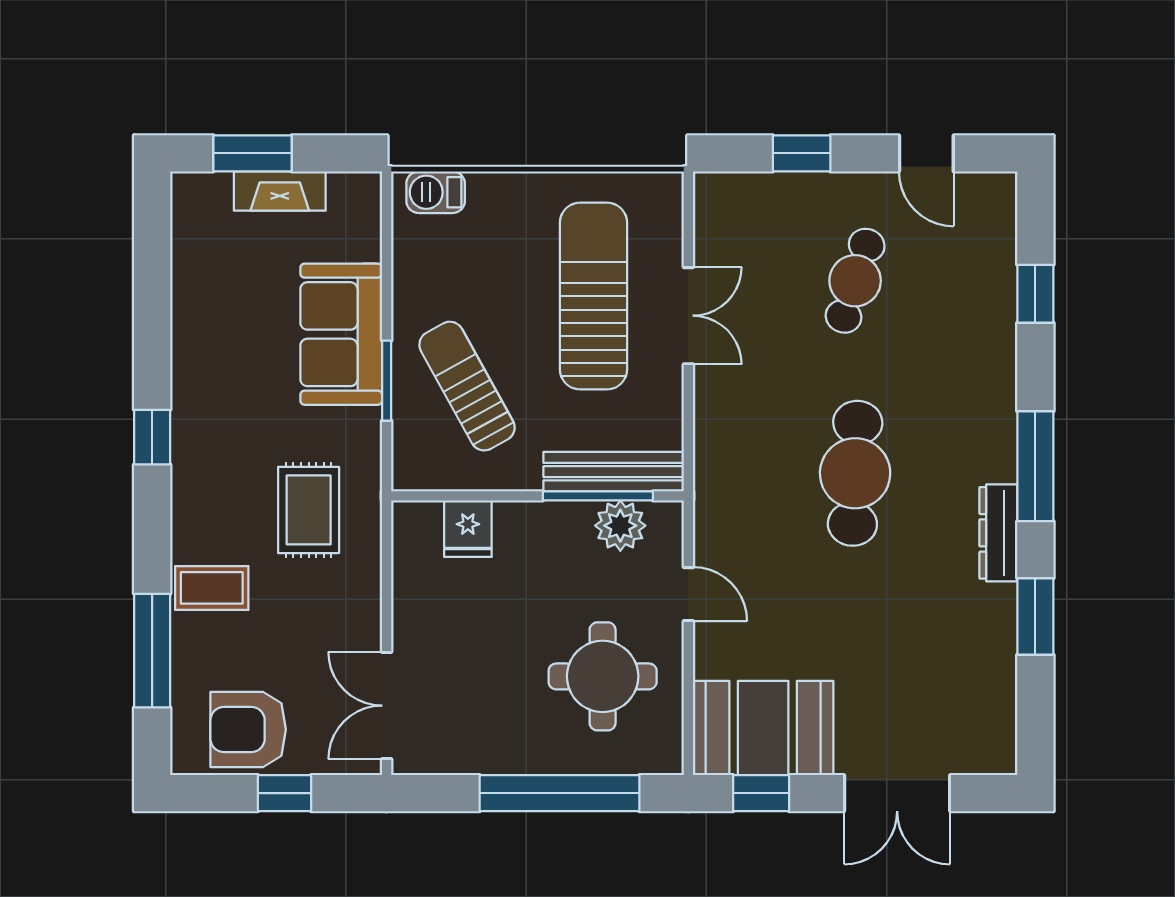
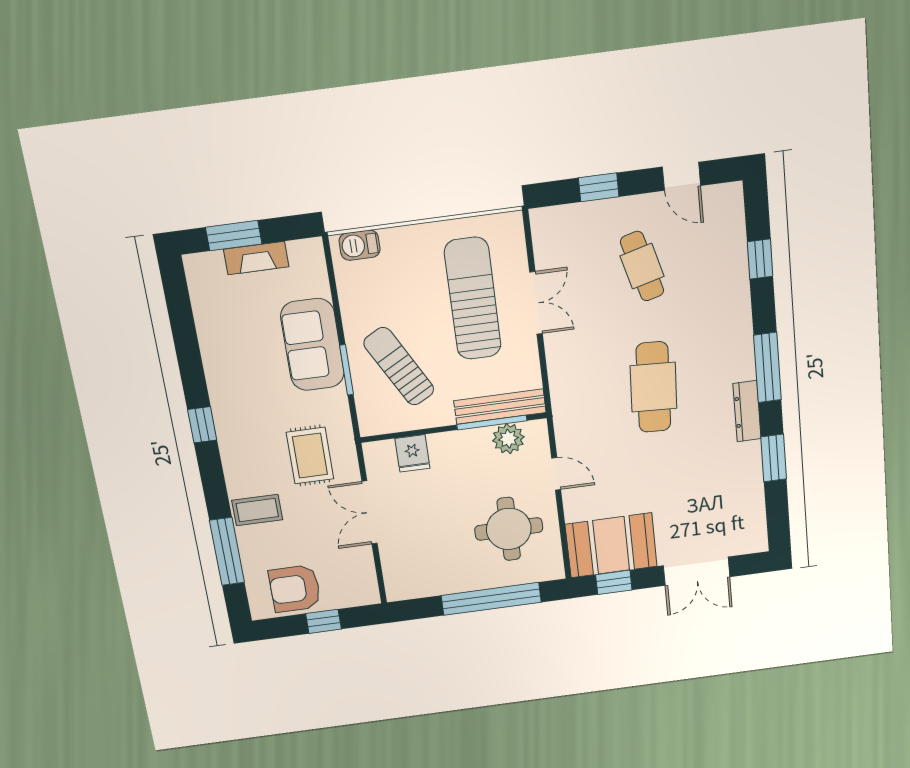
cafe table: (855, 281) -> (642, 266), turned -33
double door: (387, 706) -> (370, 512), moved

